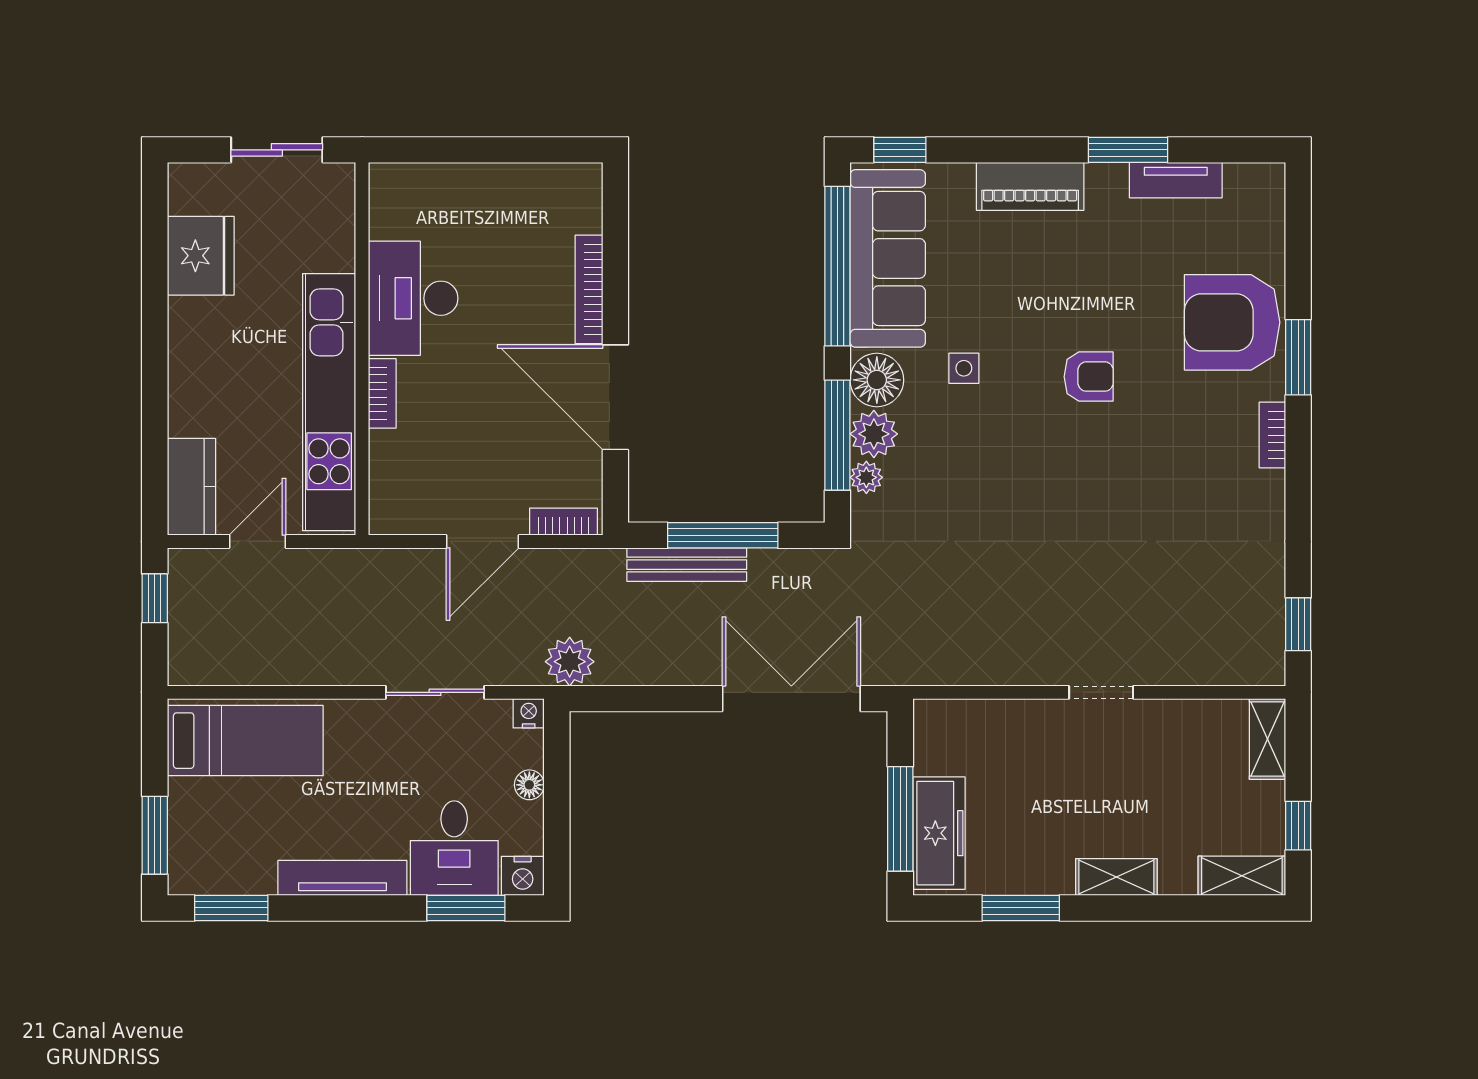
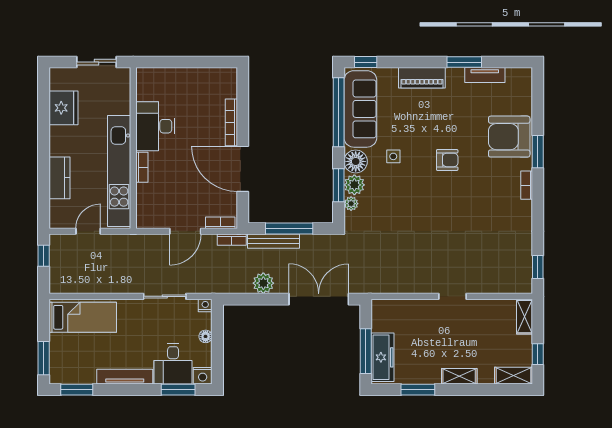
window: (837, 435) -> (339, 185), width x0.69
kitchen counter: (191, 487) -> (60, 178), moved
bookcase: (590, 561) -> (232, 240), added
plant: (570, 662) -> (263, 283), moved

